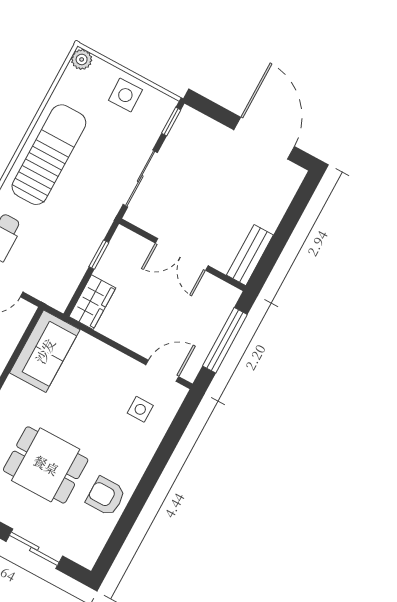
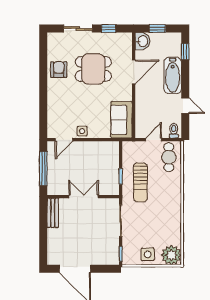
plant: (82, 59) -> (171, 255), width x1.88, depth x1.88
sun lounger: (49, 155) -> (140, 182), moved, width x0.73, depth x0.75
wardrobe: (92, 302) -> (112, 153), removed
side table: (140, 409) -> (82, 131), moved
armchair: (106, 496) -> (59, 70), turned -90

